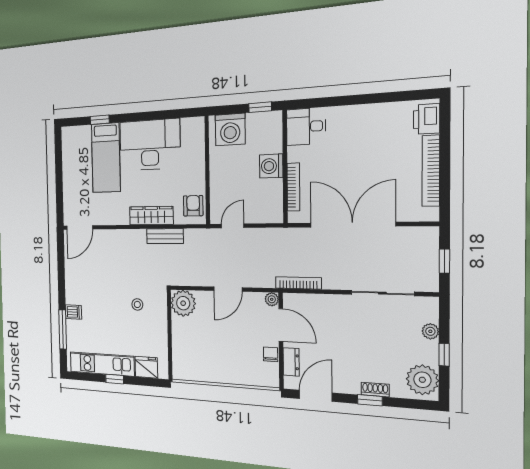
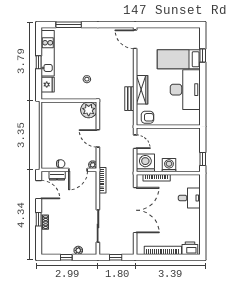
desk: (306, 127) -> (189, 198), moved, turned 90
washing machine: (230, 130) -> (145, 163), moved, turned 90
dishwasher: (73, 312) -> (80, 33), removed
plant: (422, 380) -> (52, 246), removed

